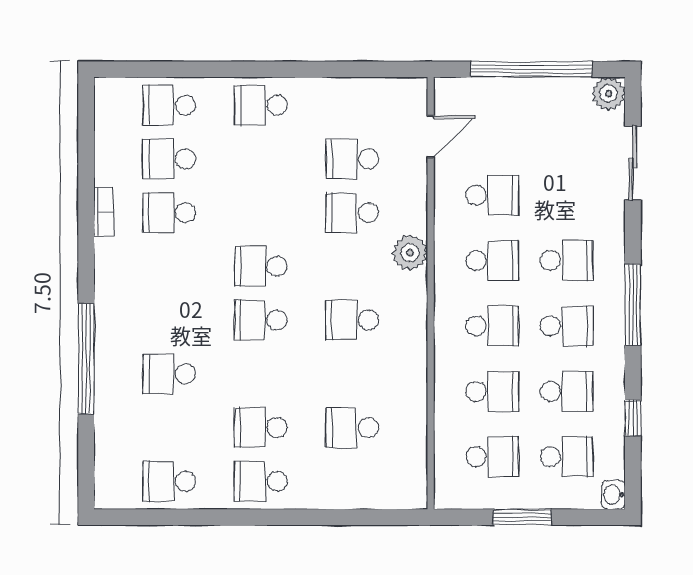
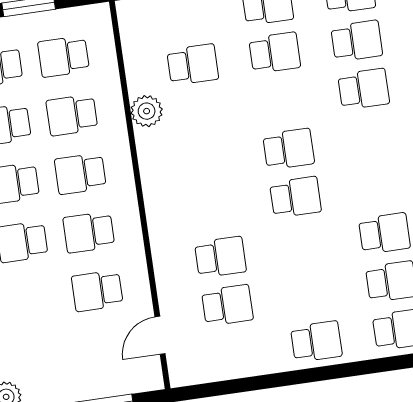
plant: (410, 253) -> (147, 111), moved
school desk: (352, 320) -> (357, 41), moved

